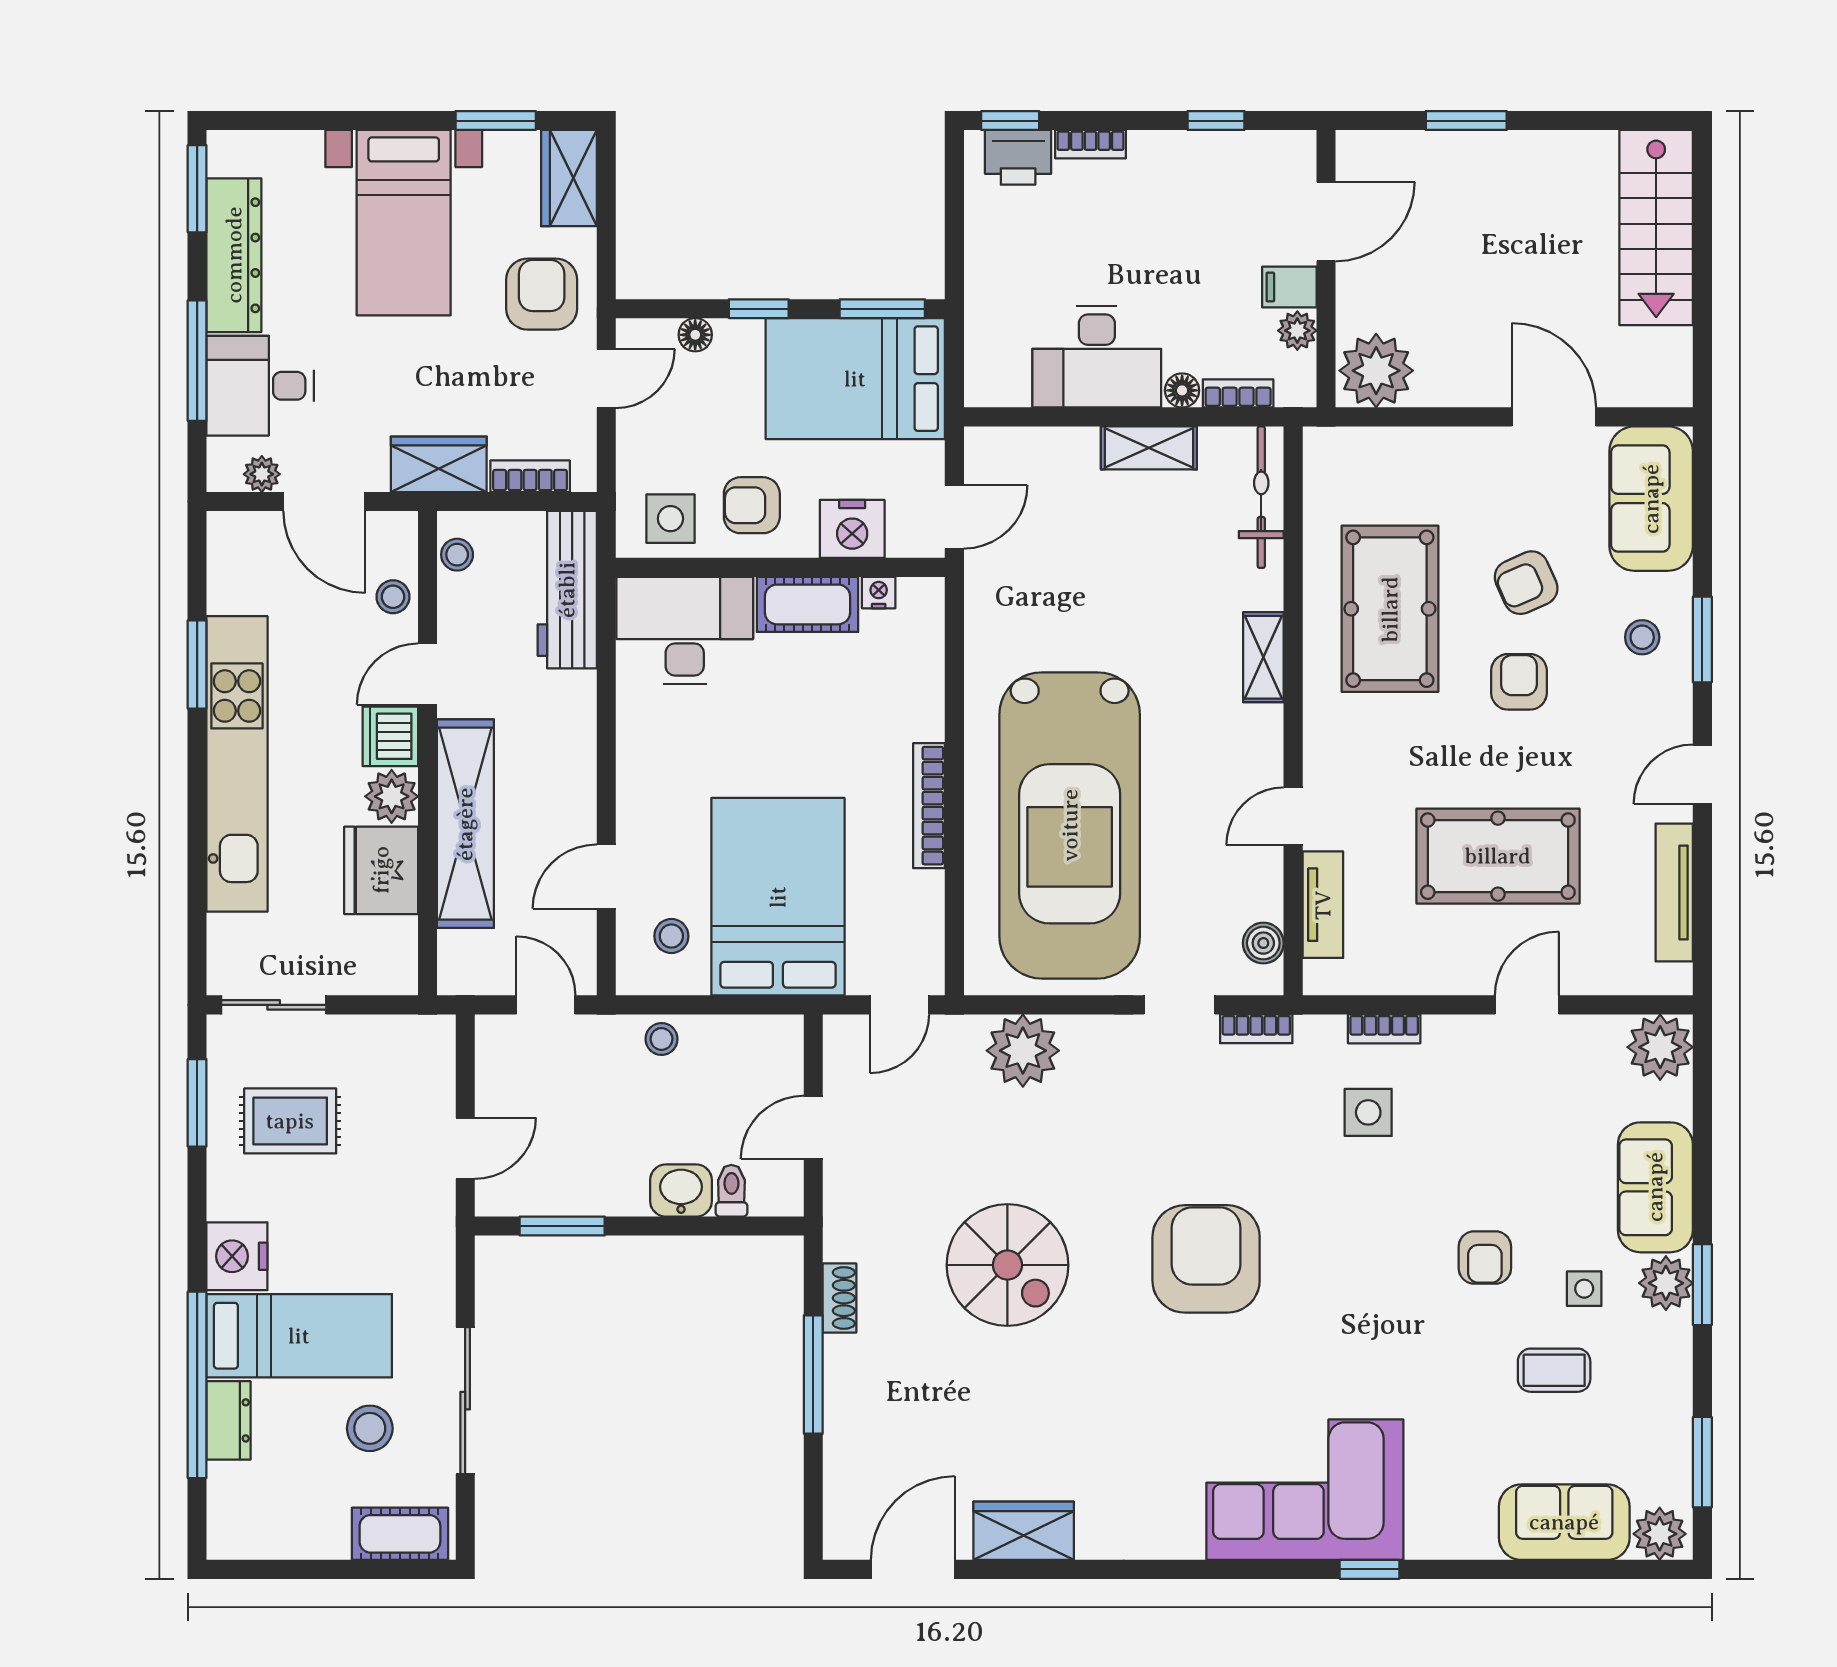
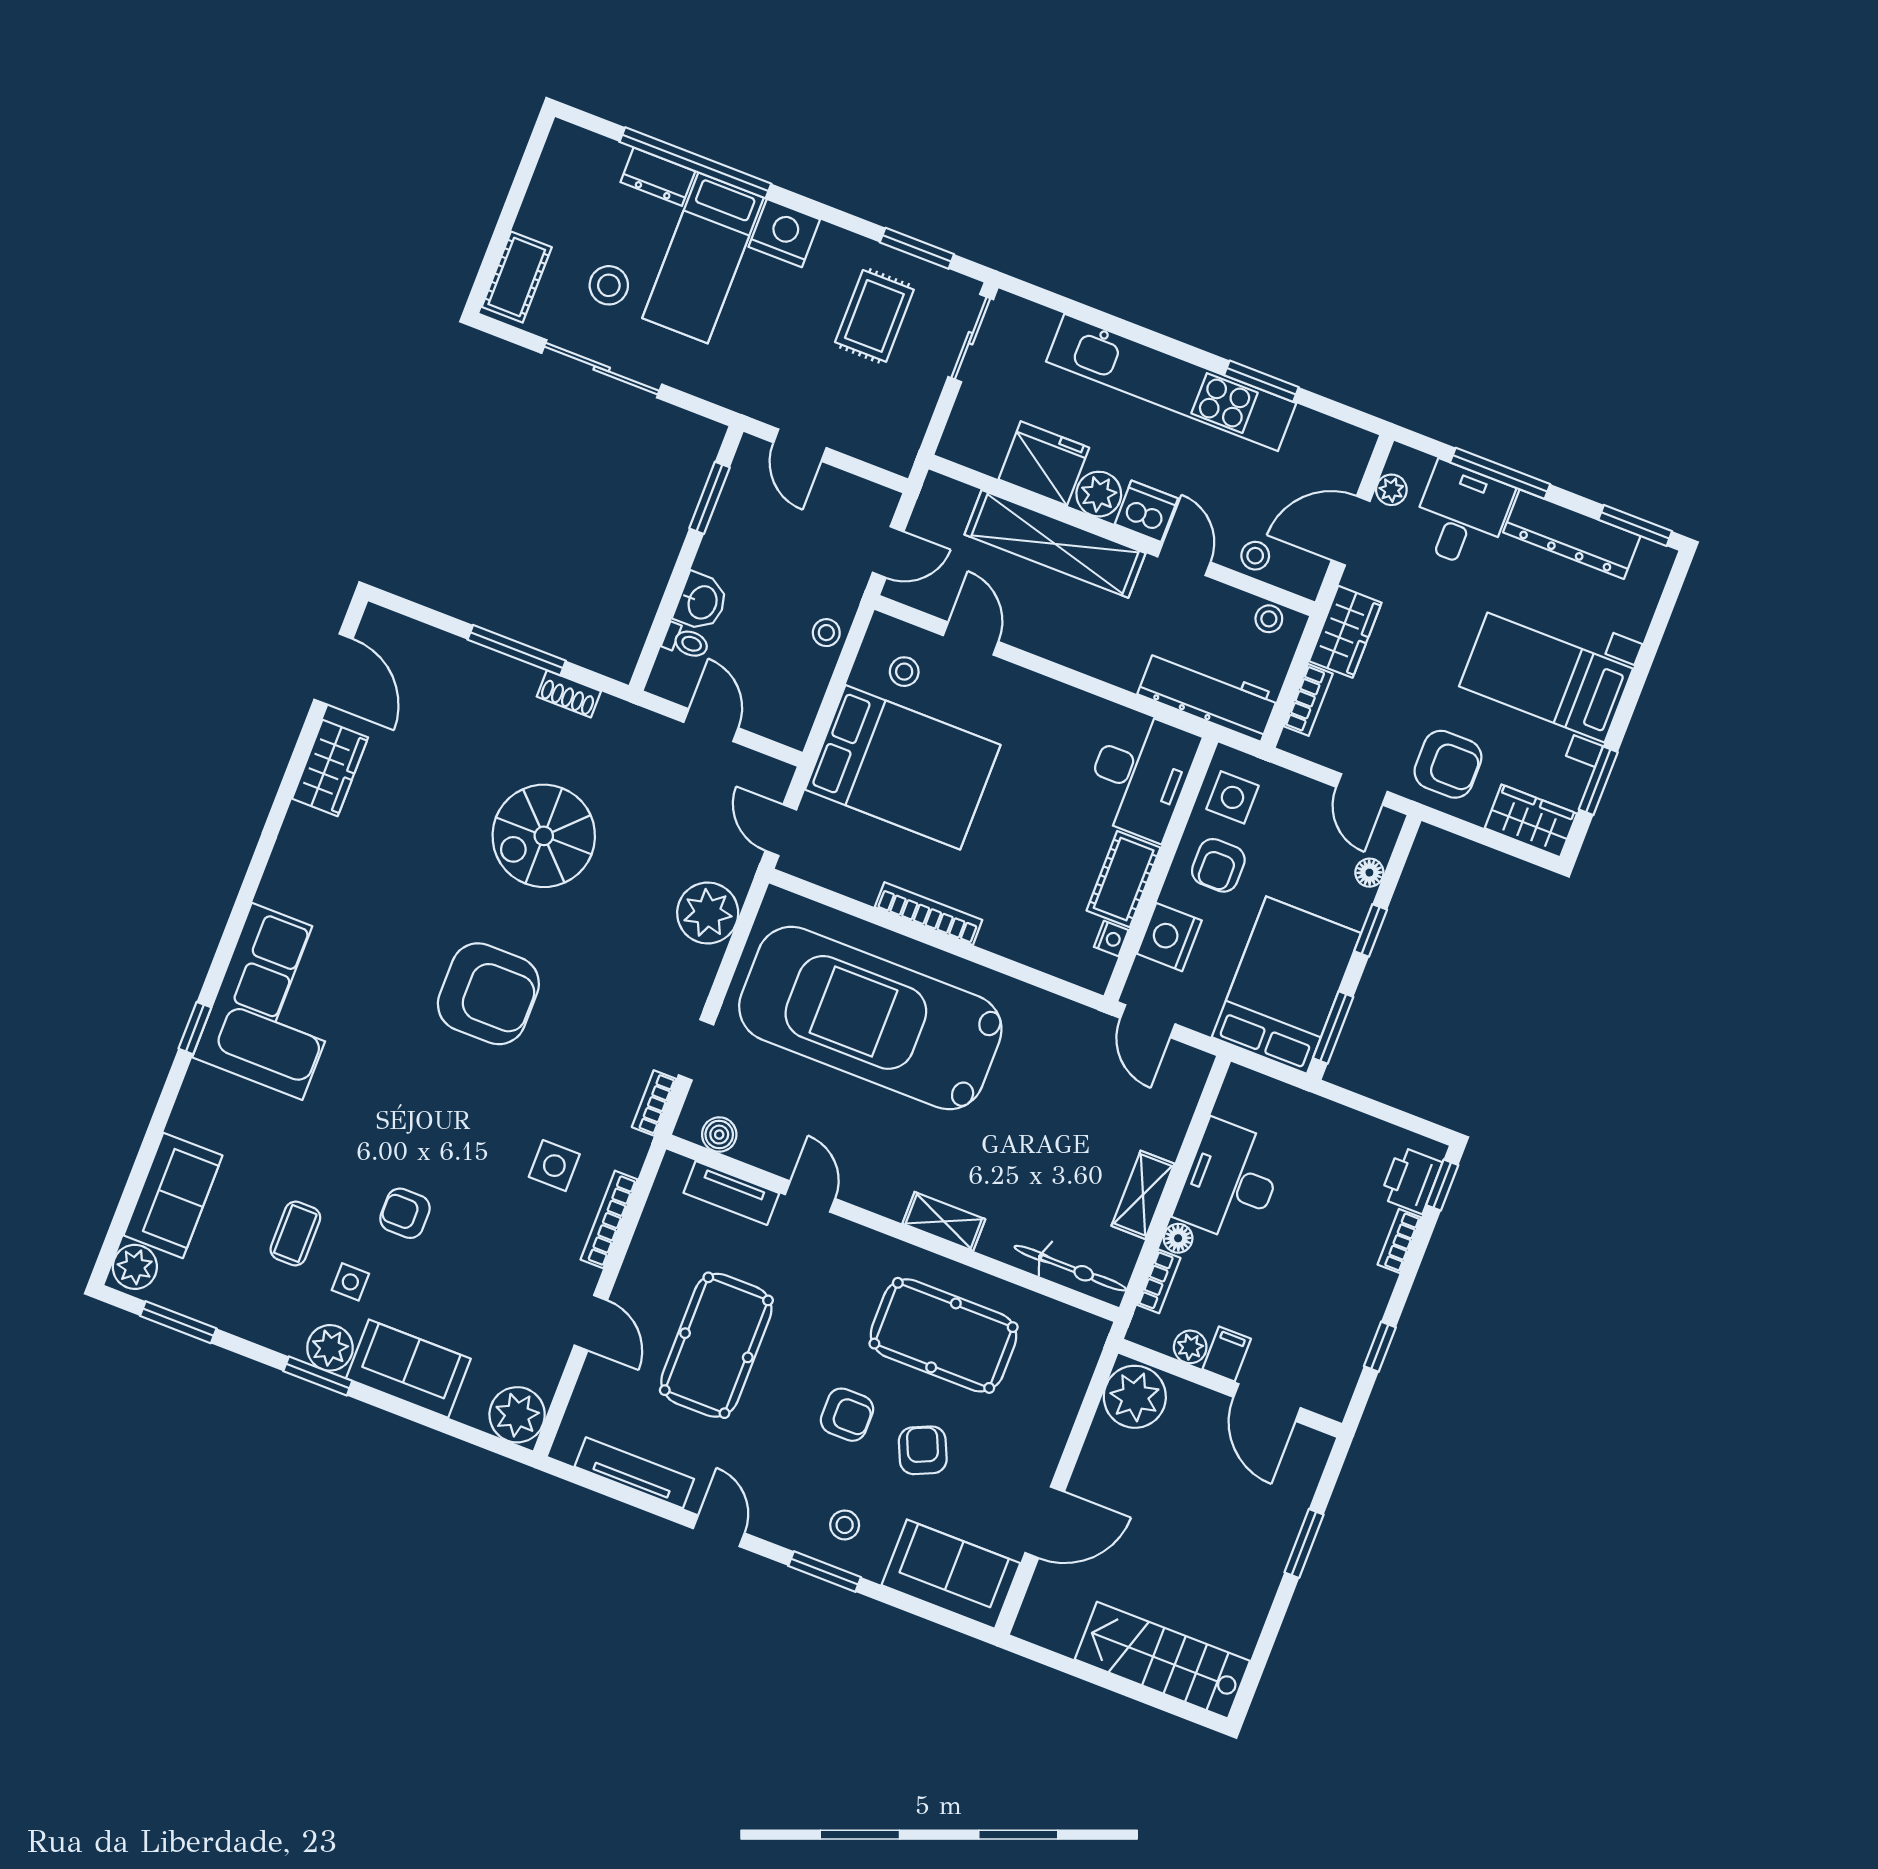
armchair: (752, 505) -> (1218, 865), turned 180
bookcase: (1384, 1029) -> (609, 1219), width x1.56

